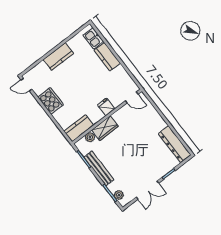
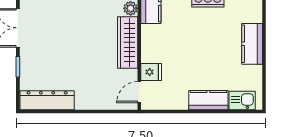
fridge: (106, 107) -> (151, 72), moved
wardrobe: (105, 128) -> (128, 42), width x1.50

